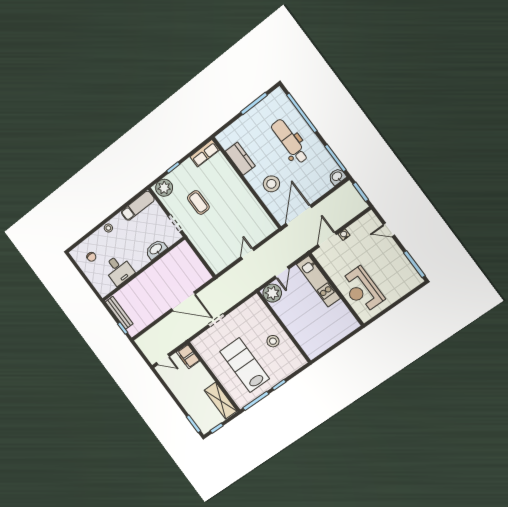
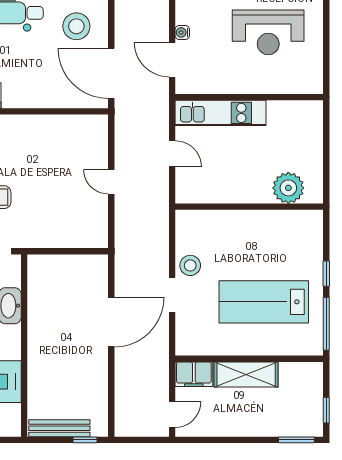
stool: (271, 184) -> (76, 26), moved
reception desk: (362, 290) -> (268, 32), moved
plant: (272, 293) -> (288, 188), moved
stool: (273, 341) -> (190, 265), moved
shelving: (221, 401) -> (246, 374), moved

